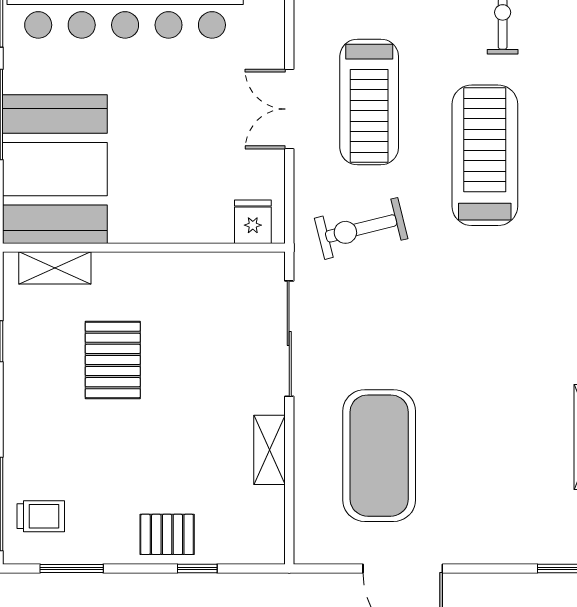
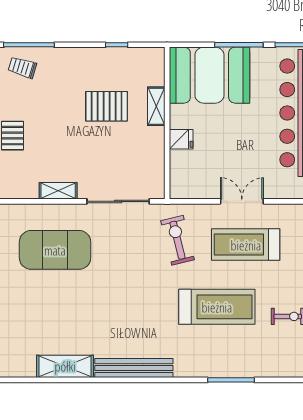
fridge: (253, 222) -> (181, 139), moved
shelving: (55, 268) -> (156, 106), moved
trolley: (41, 516) -> (22, 67), turned 107

